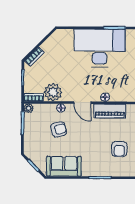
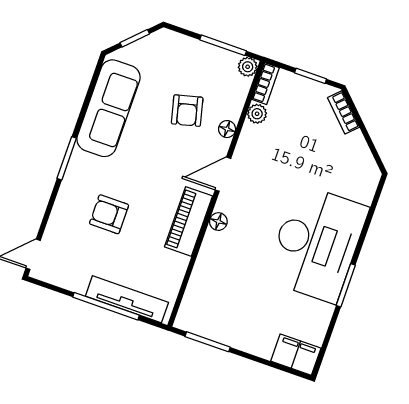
plant: (53, 92) -> (257, 114), width x0.53, depth x0.53
sofa: (64, 166) -> (108, 108), width x1.36

